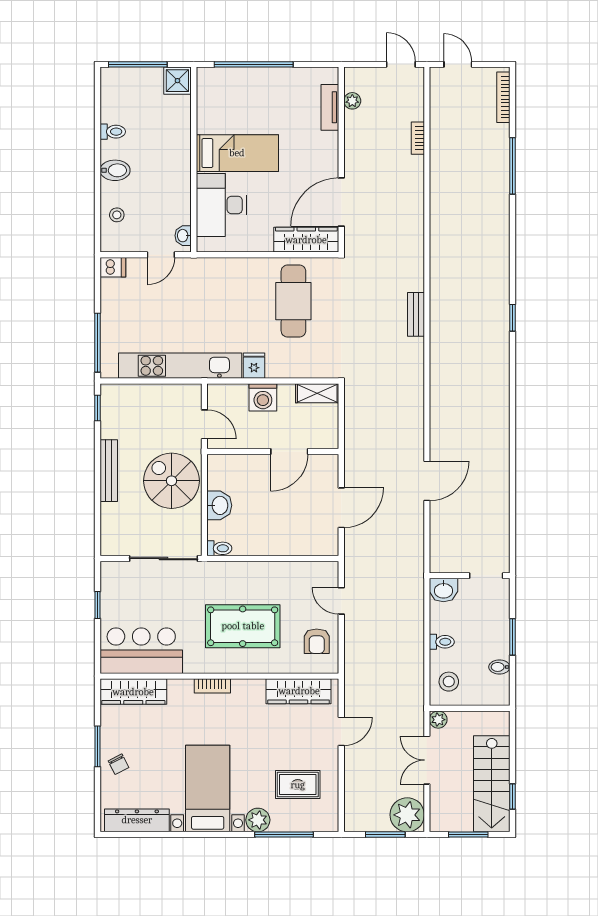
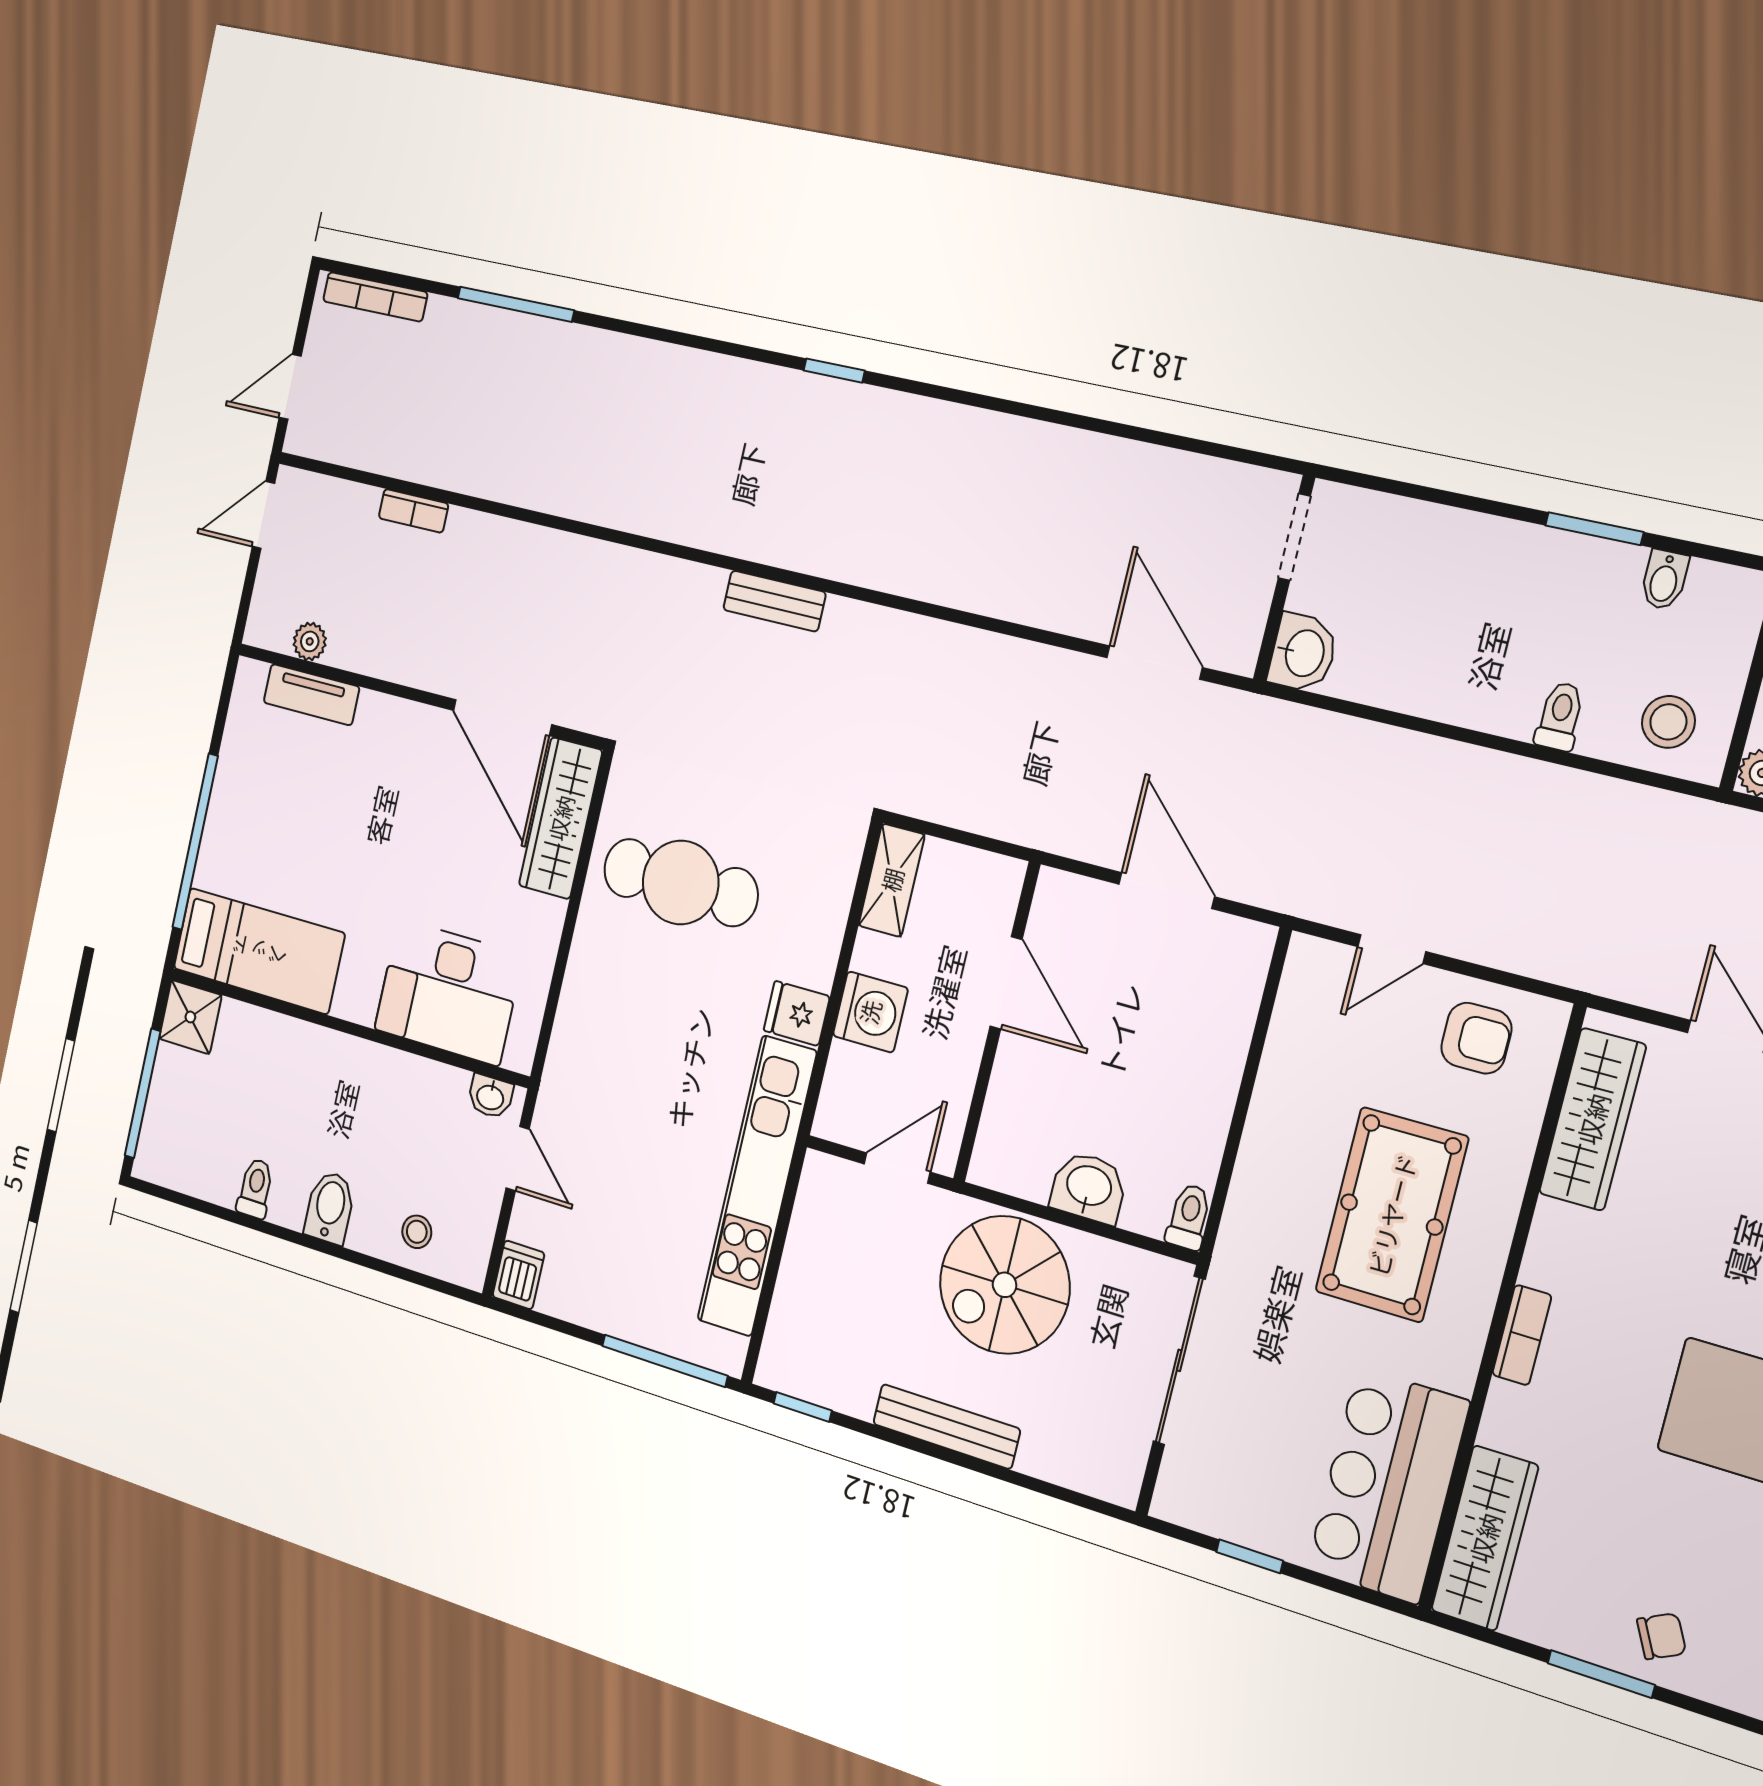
bed: (237, 153) -> (259, 951), moved, turned 90
wall: (470, 576) -> (1284, 579), moved
doorway: (486, 576) -> (1294, 537), moved
washbasin: (443, 590) -> (1303, 653), moved

